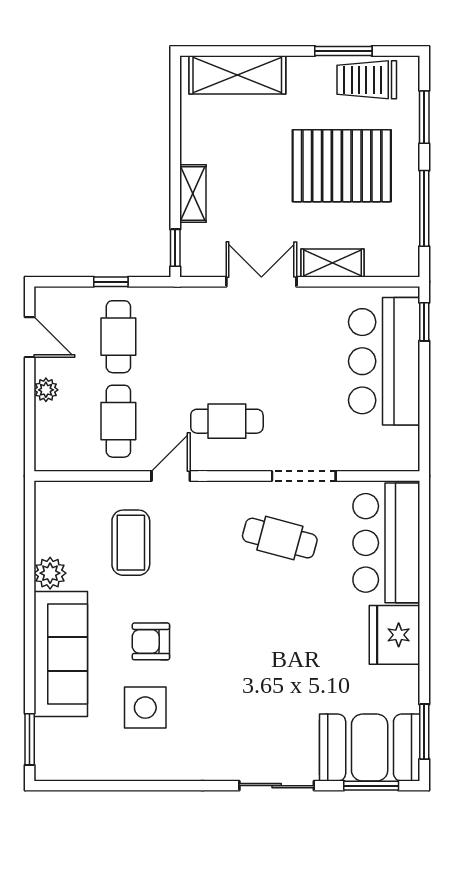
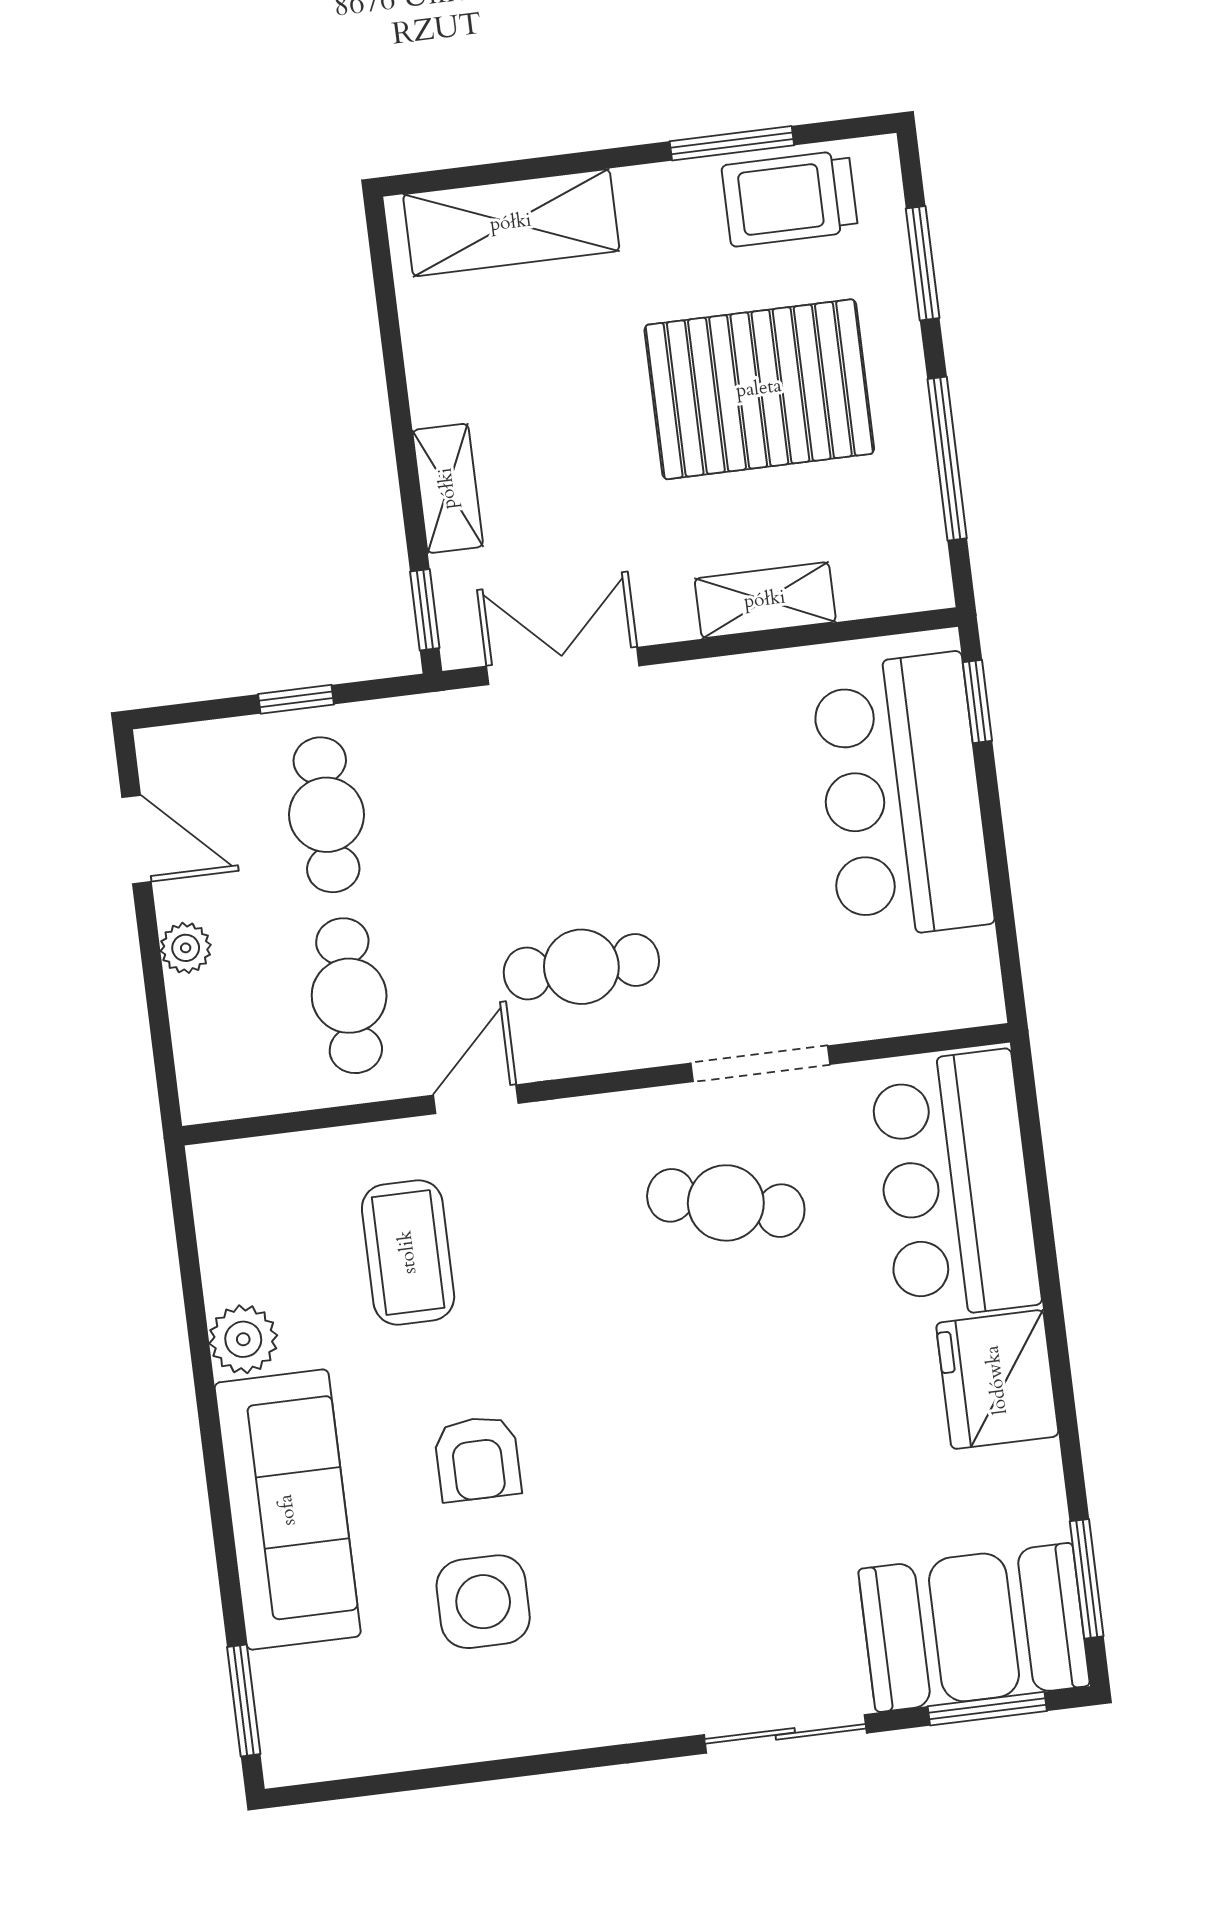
double door: (261, 282) -> (563, 666), moved
armchair: (151, 641) -> (477, 1459), turned -90

